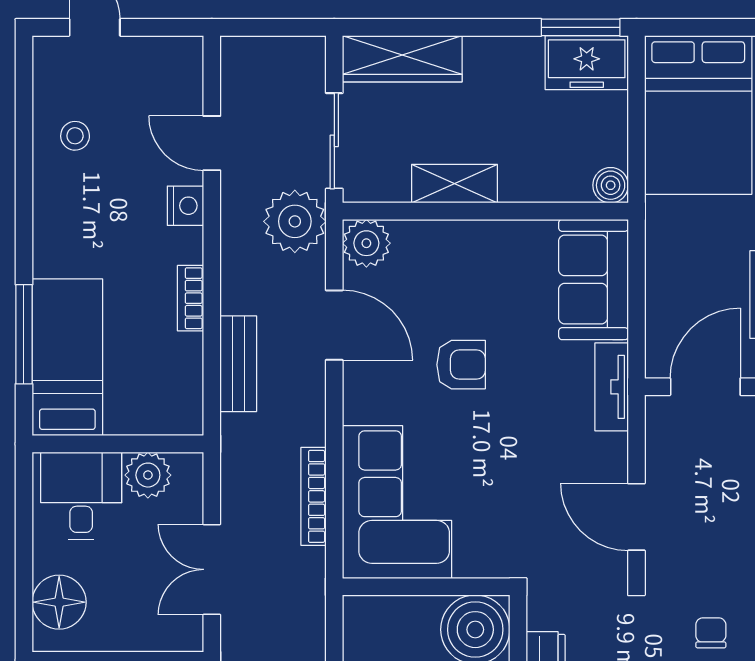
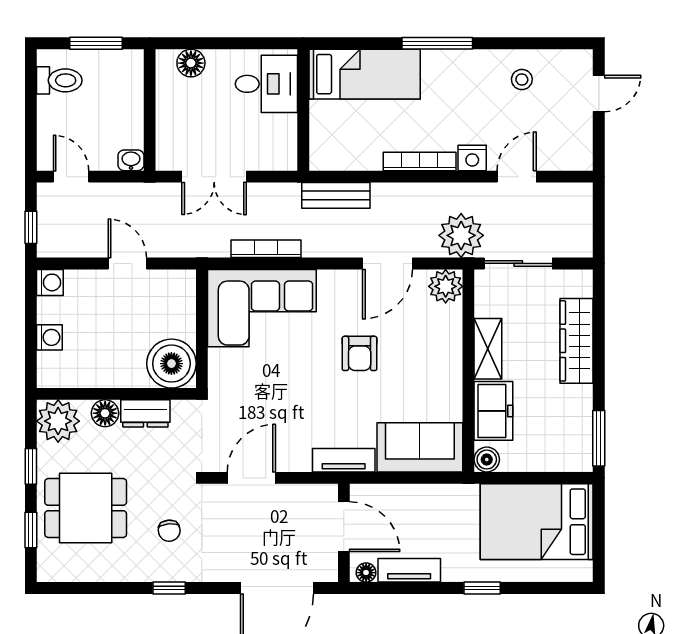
wardrobe: (402, 59) -> (577, 341), moved
freezer: (587, 63) -> (493, 411), moved, turned 180
bookcase: (191, 298) -> (420, 161), width x1.56
window: (24, 334) -> (437, 43), moved
bench: (238, 364) -> (336, 195), moved
plant: (148, 475) -> (281, 131), removed
double door: (212, 569) -> (214, 177), swing flipped
floor lamp: (59, 602) -> (191, 63), width x0.73, depth x0.73
chair: (711, 633) -> (169, 531), turned 85

